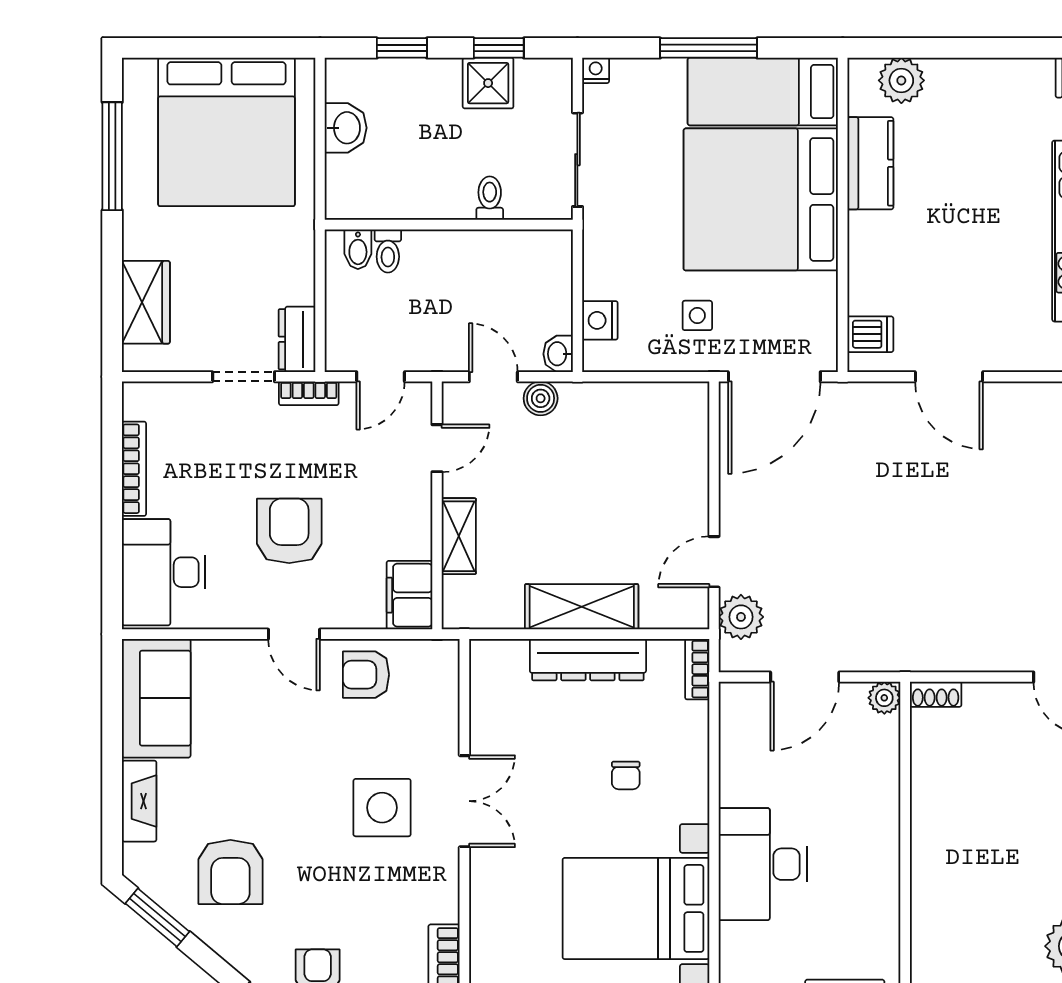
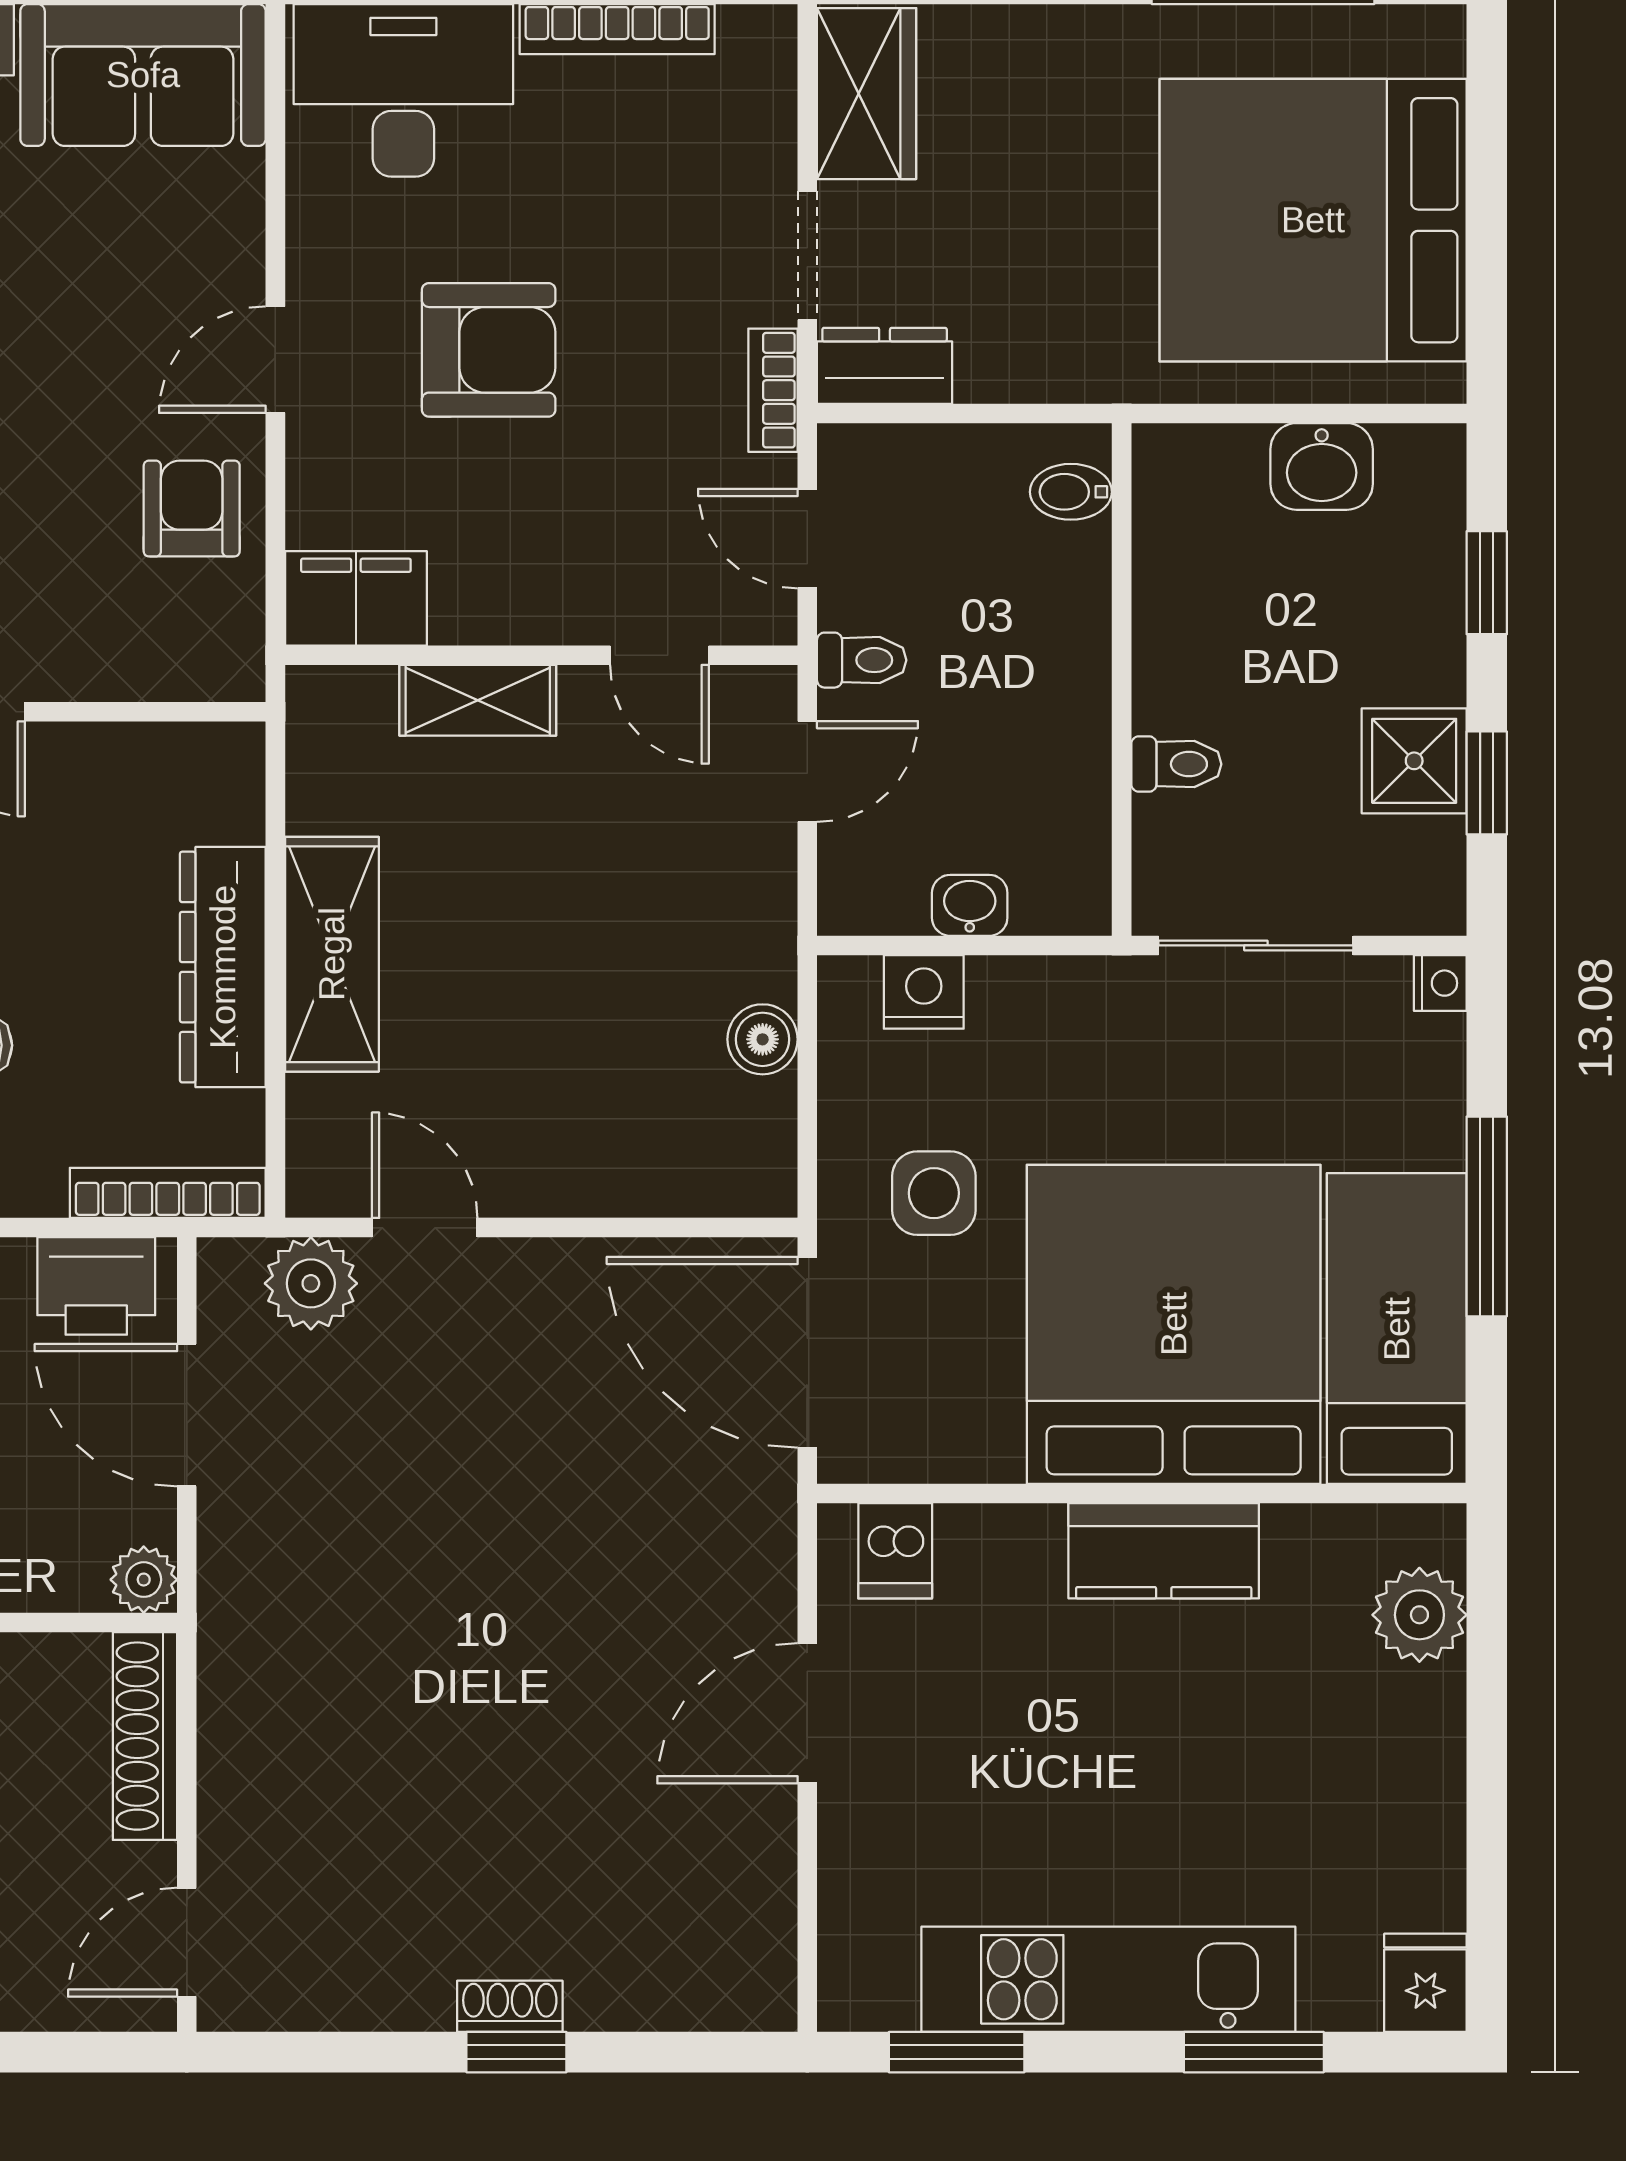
kitchen counter: (870, 163) -> (1164, 1551), moved
toilet: (388, 251) -> (862, 660), moved, turned 180
wardrobe: (146, 302) -> (867, 94), moved, turned -90
side table: (697, 315) -> (934, 1193), width x1.37, depth x1.37
washbasin: (558, 354) -> (970, 905), moved
boiler: (541, 398) -> (763, 1039), moved
bookcase: (697, 669) -> (168, 1193), width x1.56
shoe rack: (936, 694) -> (145, 1736), width x1.94, depth x1.24
printer: (742, 721) -> (96, 1286), added

